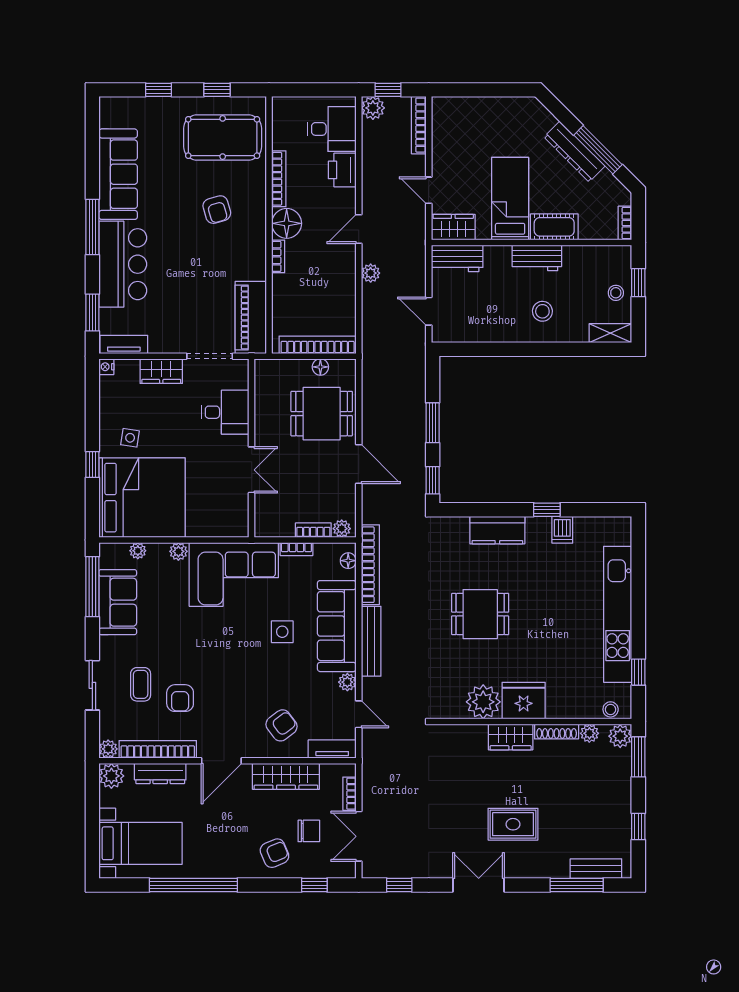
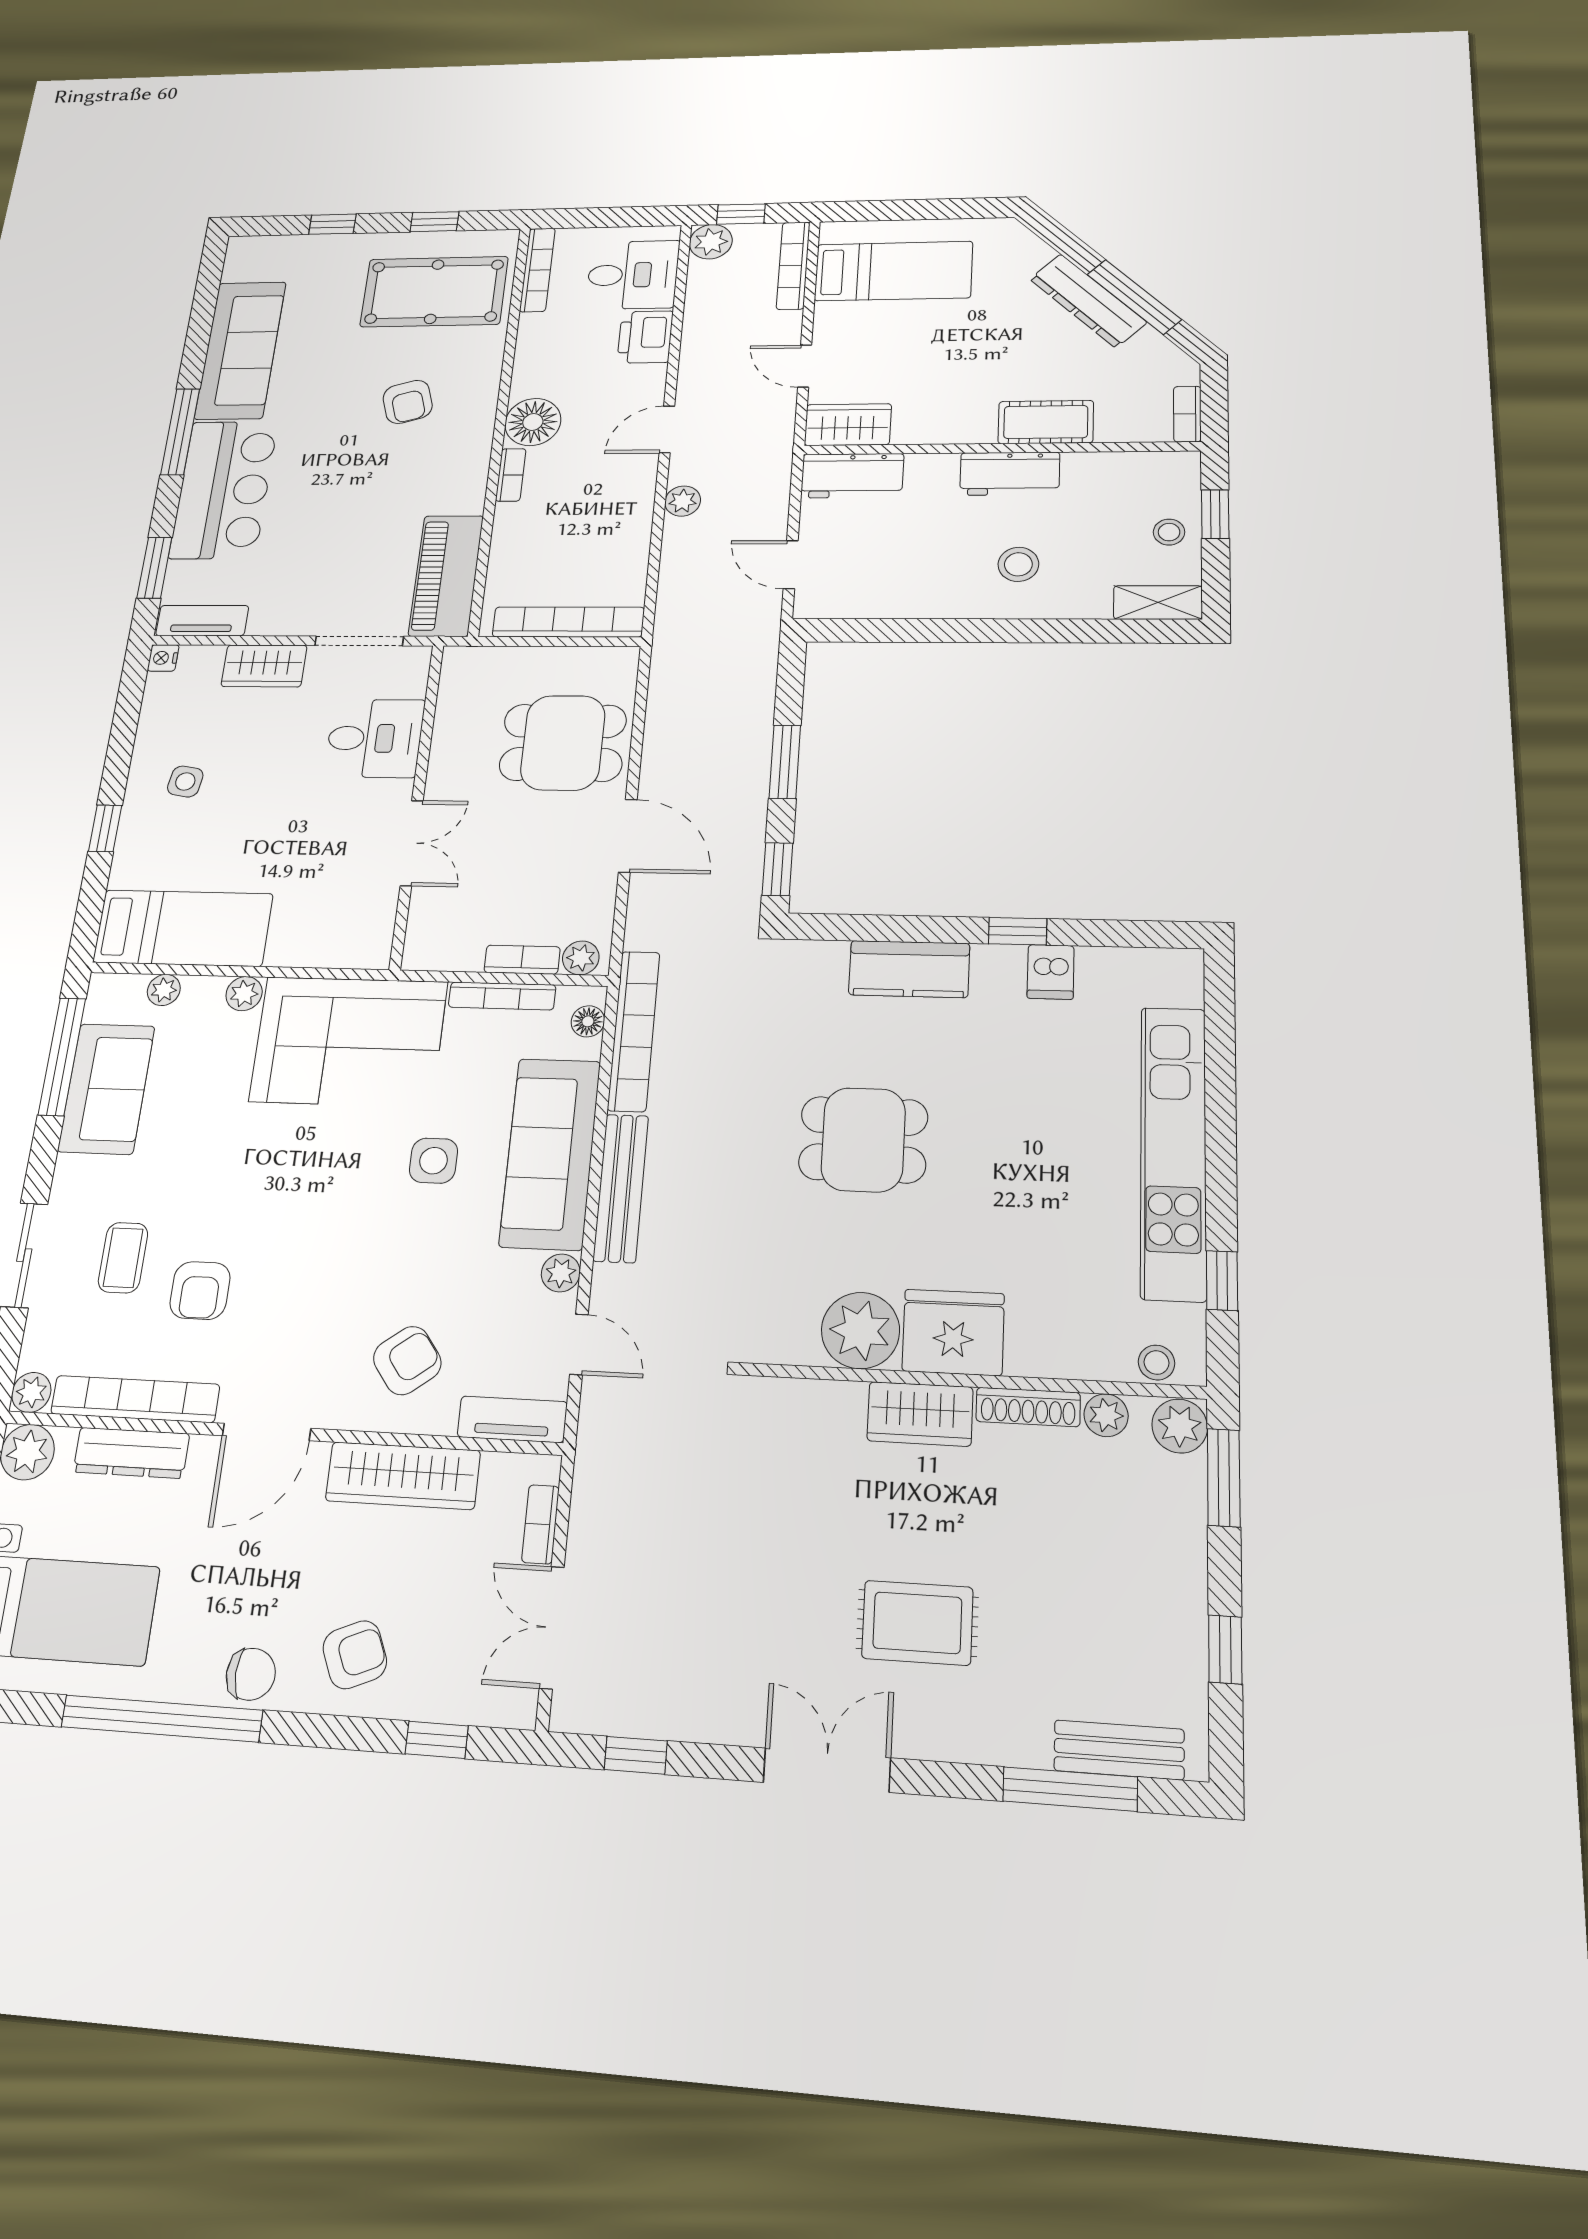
bookcase: (279, 179) -> (537, 270), moved
bed: (510, 199) -> (894, 271), moved, turned 90
floor lamp: (320, 367) -> (569, 660), removed
bed: (142, 498) -> (183, 928), width x0.49
bookcase: (296, 549) -> (502, 996), width x1.56
chair: (309, 831) -> (251, 1674), moved

